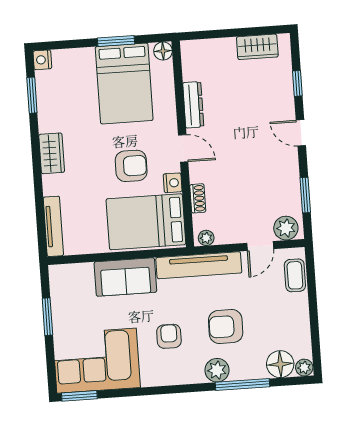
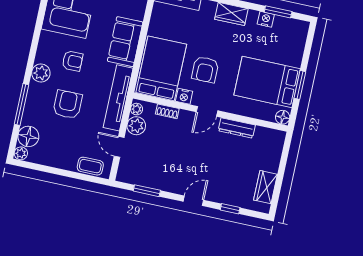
nightstand: (42, 60) -> (266, 19), moved
plant: (286, 228) -> (136, 126), moved
plant: (217, 370) -> (41, 73), moved

